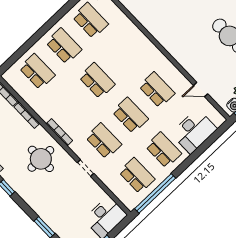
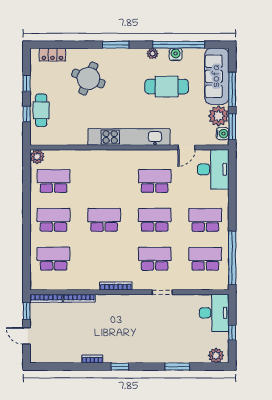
kitchen unit: (170, 43) -> (129, 137), added
desk: (194, 131) -> (213, 169), moved
round table: (41, 159) -> (123, 319), removed

